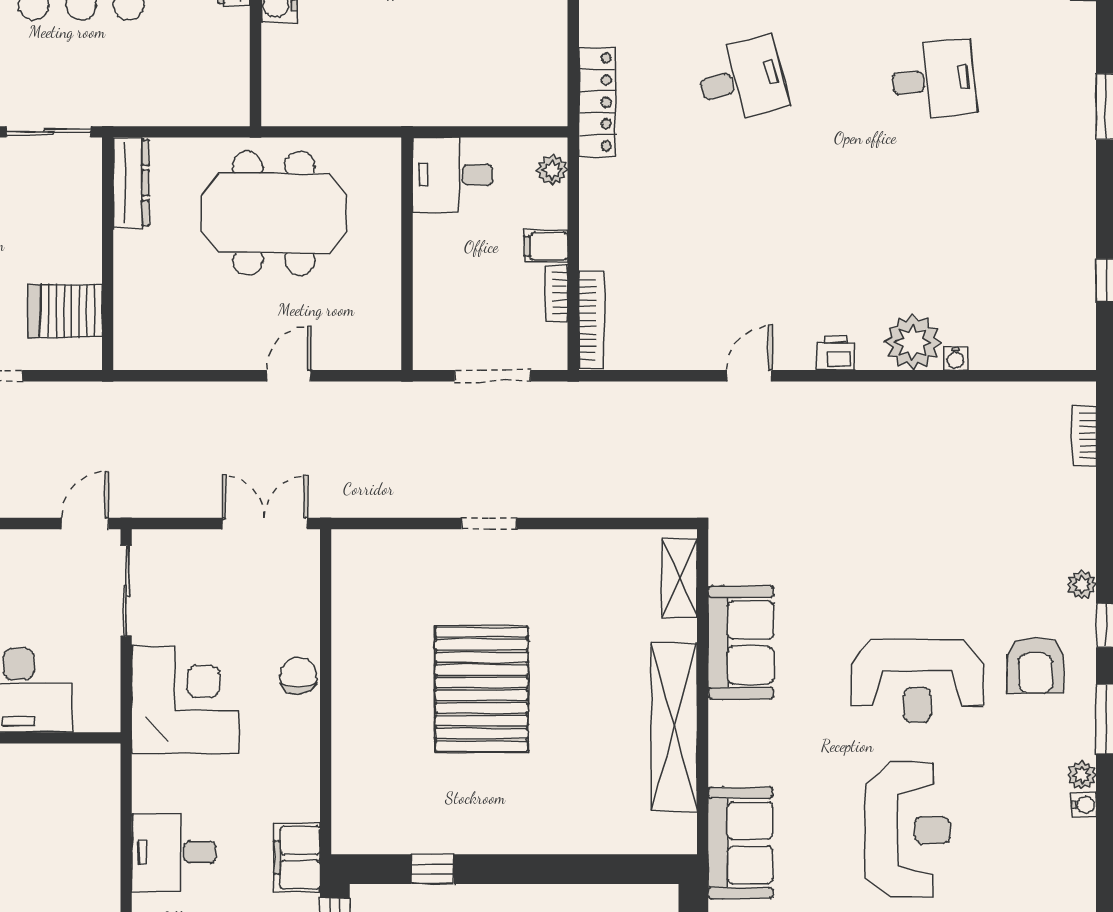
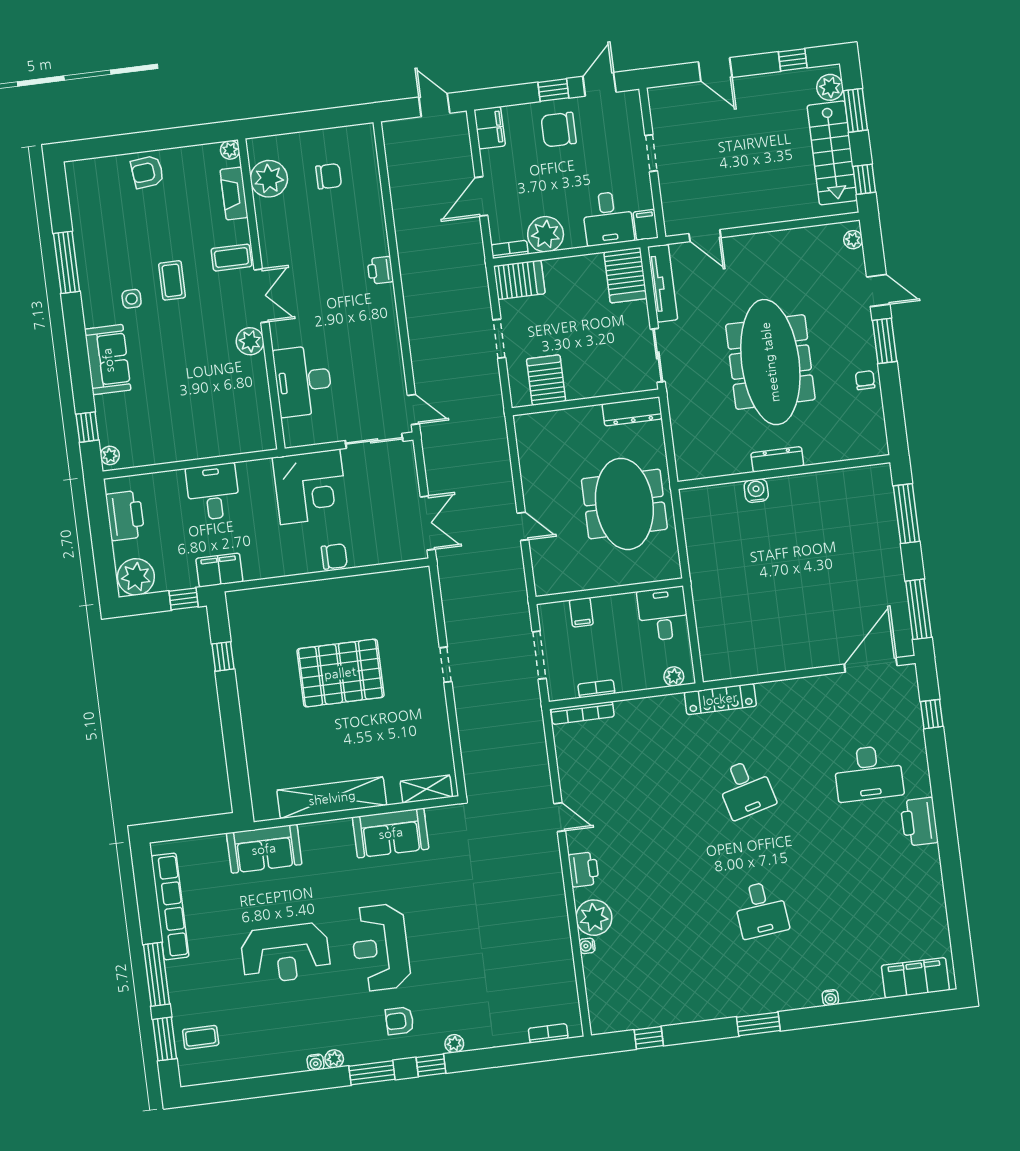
filing cabinet: (546, 246) -> (581, 612), moved, turned 180
printer: (835, 353) -> (584, 869), width x1.36, depth x1.24
armchair: (1035, 665) -> (400, 1021), width x0.72, depth x0.72

